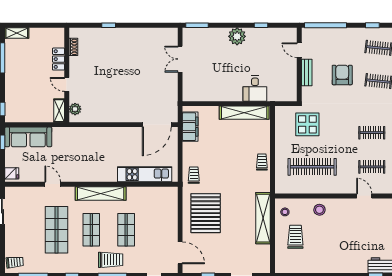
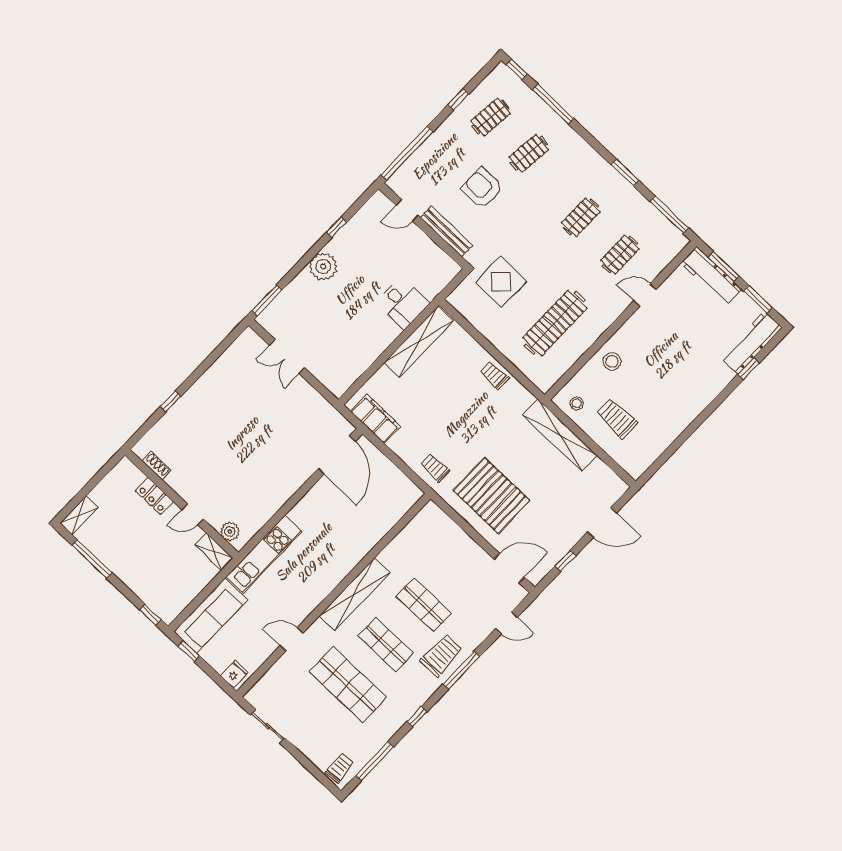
bench: (307, 73) -> (446, 231), width x1.36
kitchen unit: (145, 174) -> (264, 554), moved, turned 180

